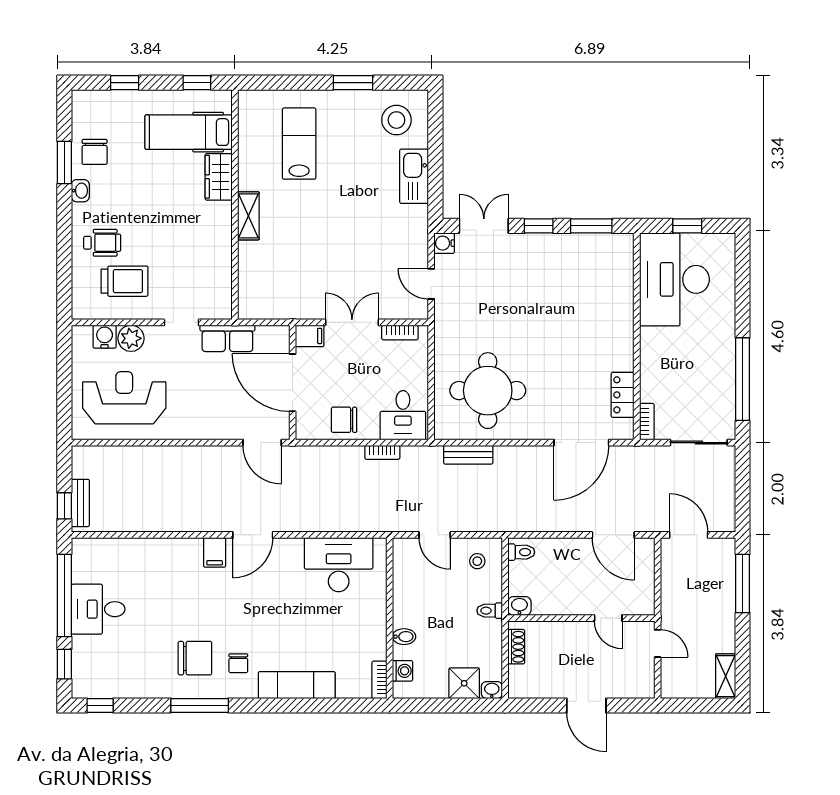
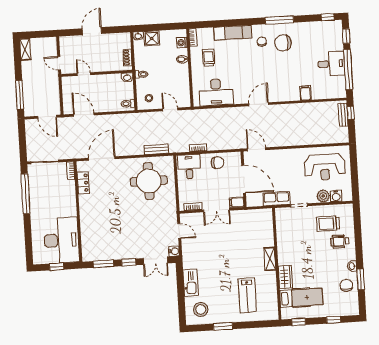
filing cabinet: (215, 552) -> (305, 93), moved
trolley: (350, 637) -> (209, 58), added
door: (586, 705) -> (92, 31), hinge flipped

